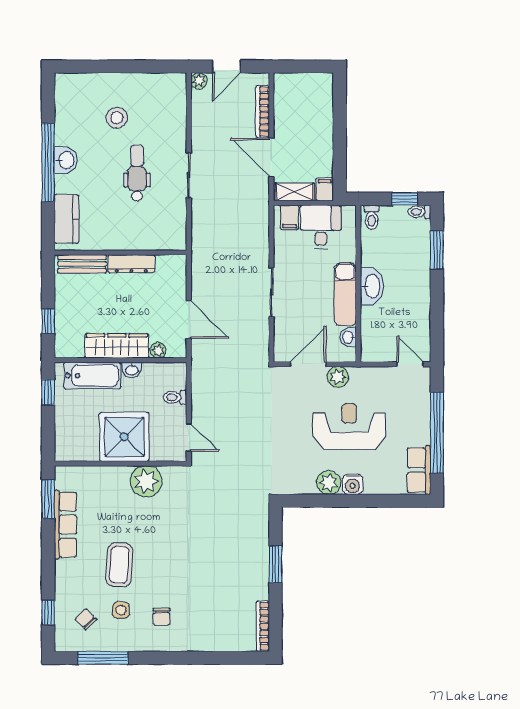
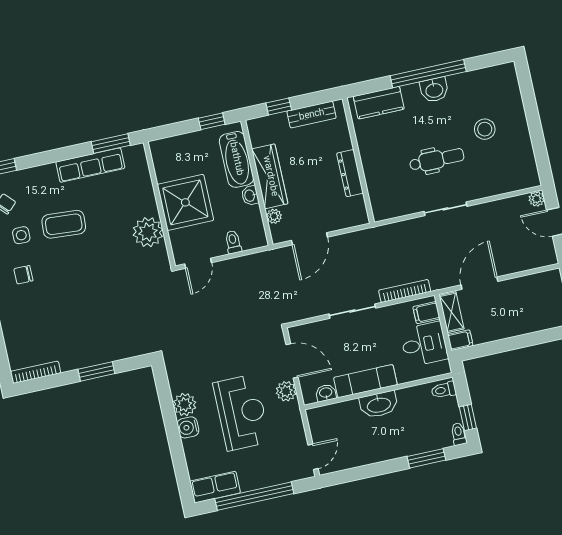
bookcase: (263, 112) -> (405, 291), moved
bench: (82, 264) -> (312, 115), moved, turned 90

